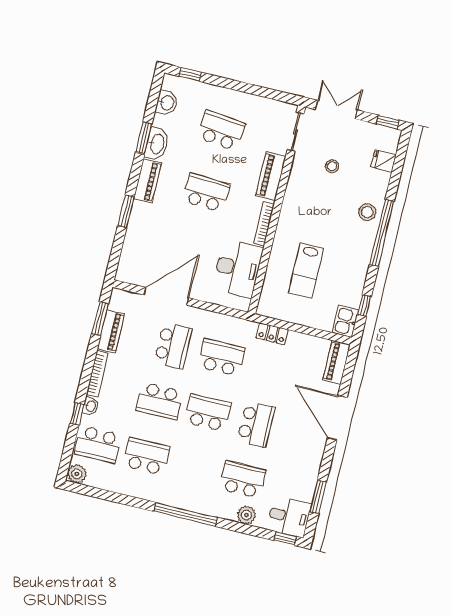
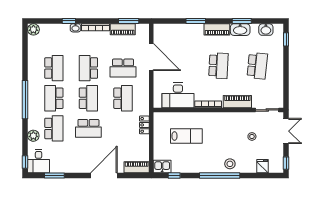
lab bench: (306, 271) -> (186, 136), turned 180
school desk: (98, 445) -> (54, 98), moved

